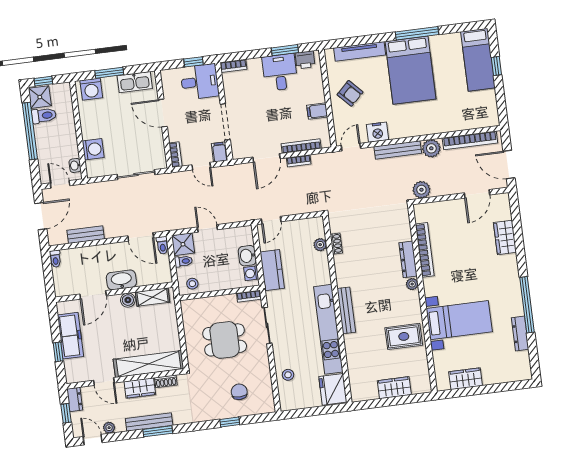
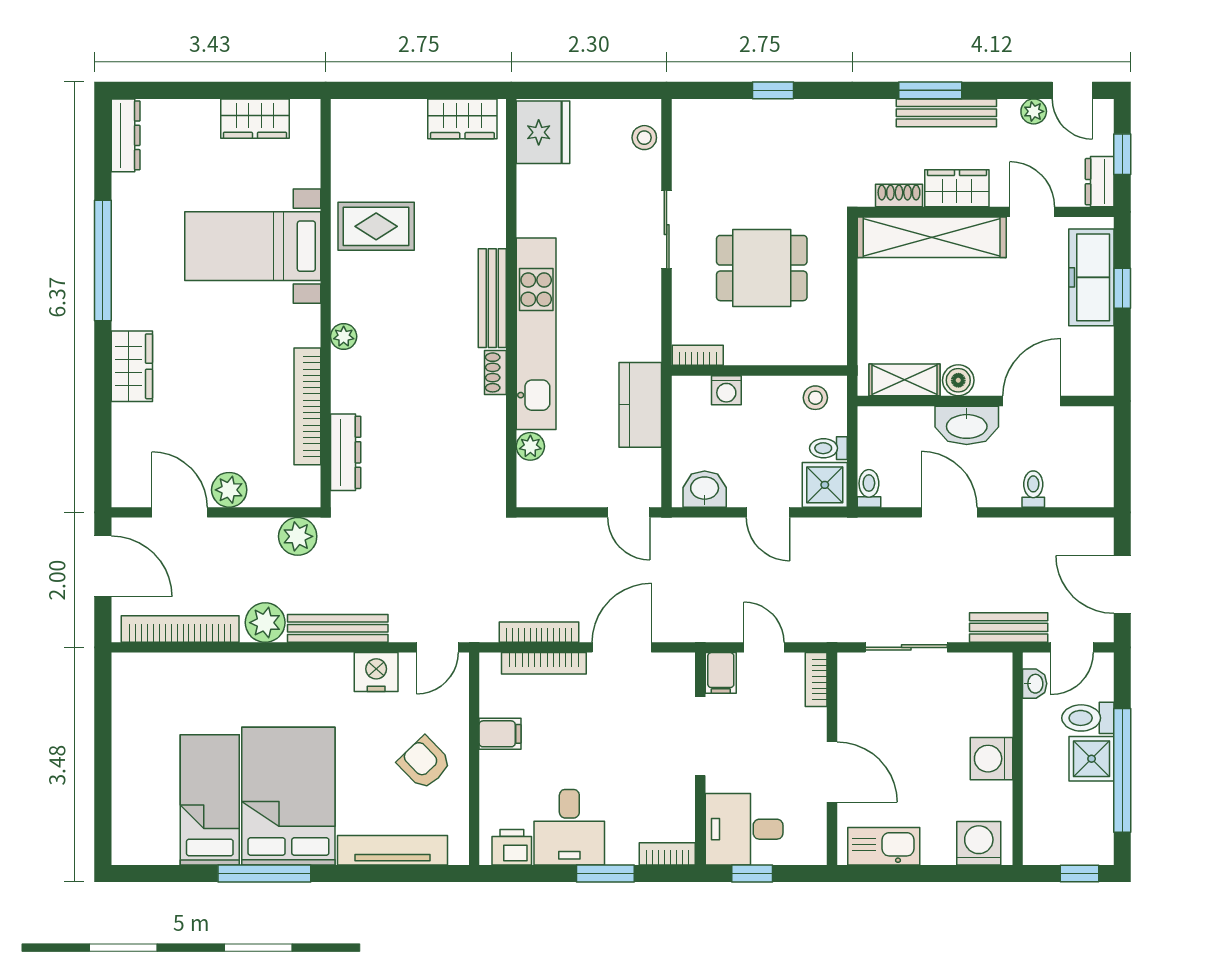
window: (285, 50) -> (605, 874), moved
bed: (478, 60) -> (210, 800), moved
window: (496, 66) -> (103, 781), removed
window: (109, 73) -> (936, 874), removed
shower: (40, 97) -> (1092, 759), moved
toilet: (44, 116) -> (1088, 718), moved
washing machine: (93, 149) -> (991, 759), moved
bookcase: (299, 161) -> (539, 632), width x1.56
door: (60, 184) -> (1072, 647), hinge flipped
door: (477, 194) -> (180, 512), hinge flipped
plant: (456, 207) -> (229, 490), added
door: (41, 216) -> (1122, 585), hinge flipped
door: (271, 220) -> (629, 512), swing flipped
bench: (86, 235) -> (1009, 627), moved
door: (141, 237) -> (949, 512), moved
wardrobe: (505, 237) -> (132, 366), moved
shoe rack: (336, 244) -> (495, 372), moved
washbasin: (247, 256) -> (705, 489), moved, turned -90
toilet: (55, 259) -> (1033, 489), moved
dresser: (408, 259) -> (346, 452), moved
washing machine: (251, 273) -> (726, 390), moved, turned 90
sliding door: (267, 325) -> (667, 230), moved
kitchen unit: (328, 329) -> (536, 334), moved
dresser: (520, 334) -> (126, 135), moved
freezer: (70, 336) -> (1091, 277), moved
stool: (288, 375) -> (644, 138), moved
wardrobe: (394, 388) -> (462, 119), moved
chair: (239, 392) -> (745, 153), removed

